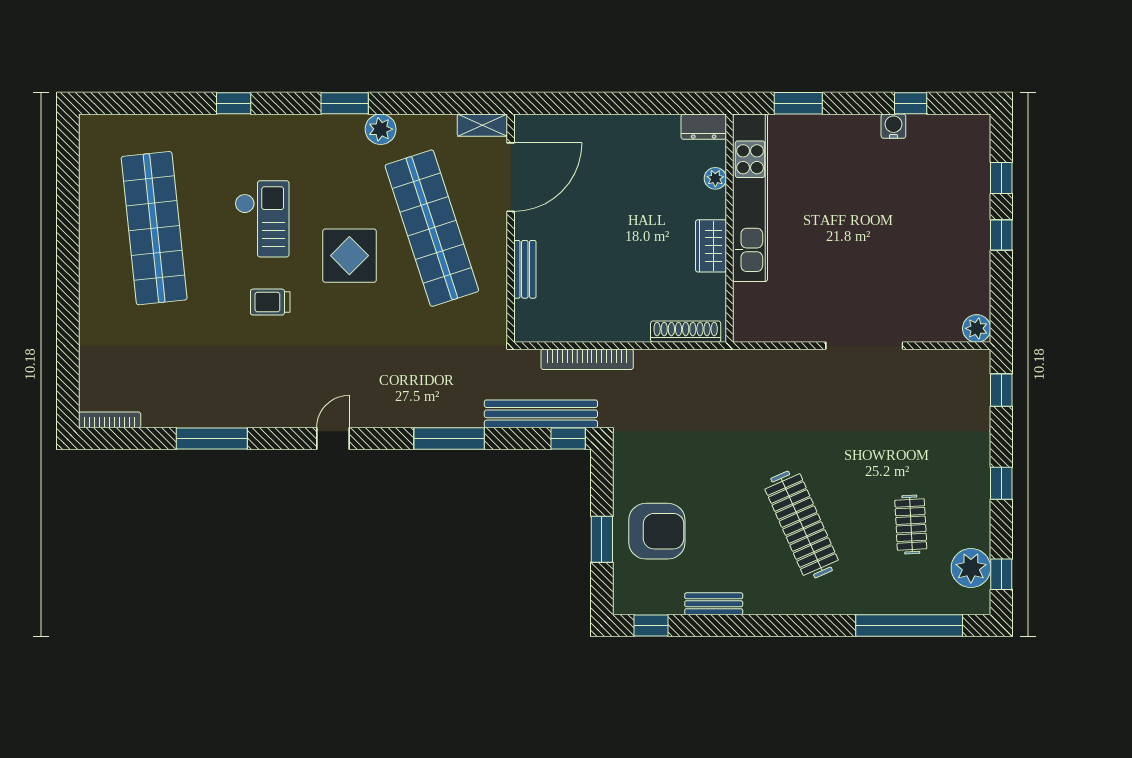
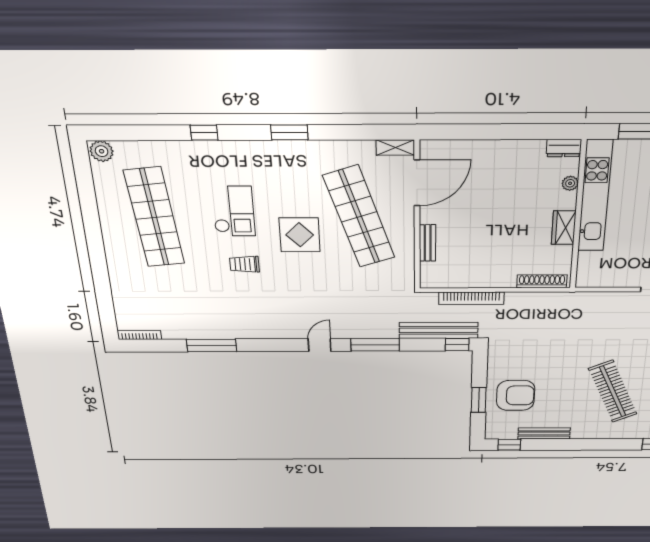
plant: (381, 129) -> (102, 151), moved
door: (333, 439) -> (320, 345), moved
bench: (714, 604) -> (544, 433), width x1.36

